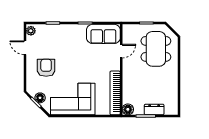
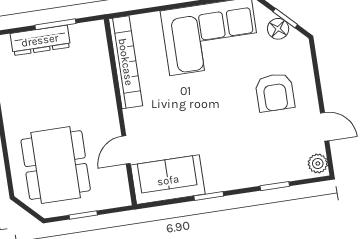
floor lamp: (128, 109) -> (94, 32), removed
dresser: (154, 109) -> (40, 40), width x1.44

